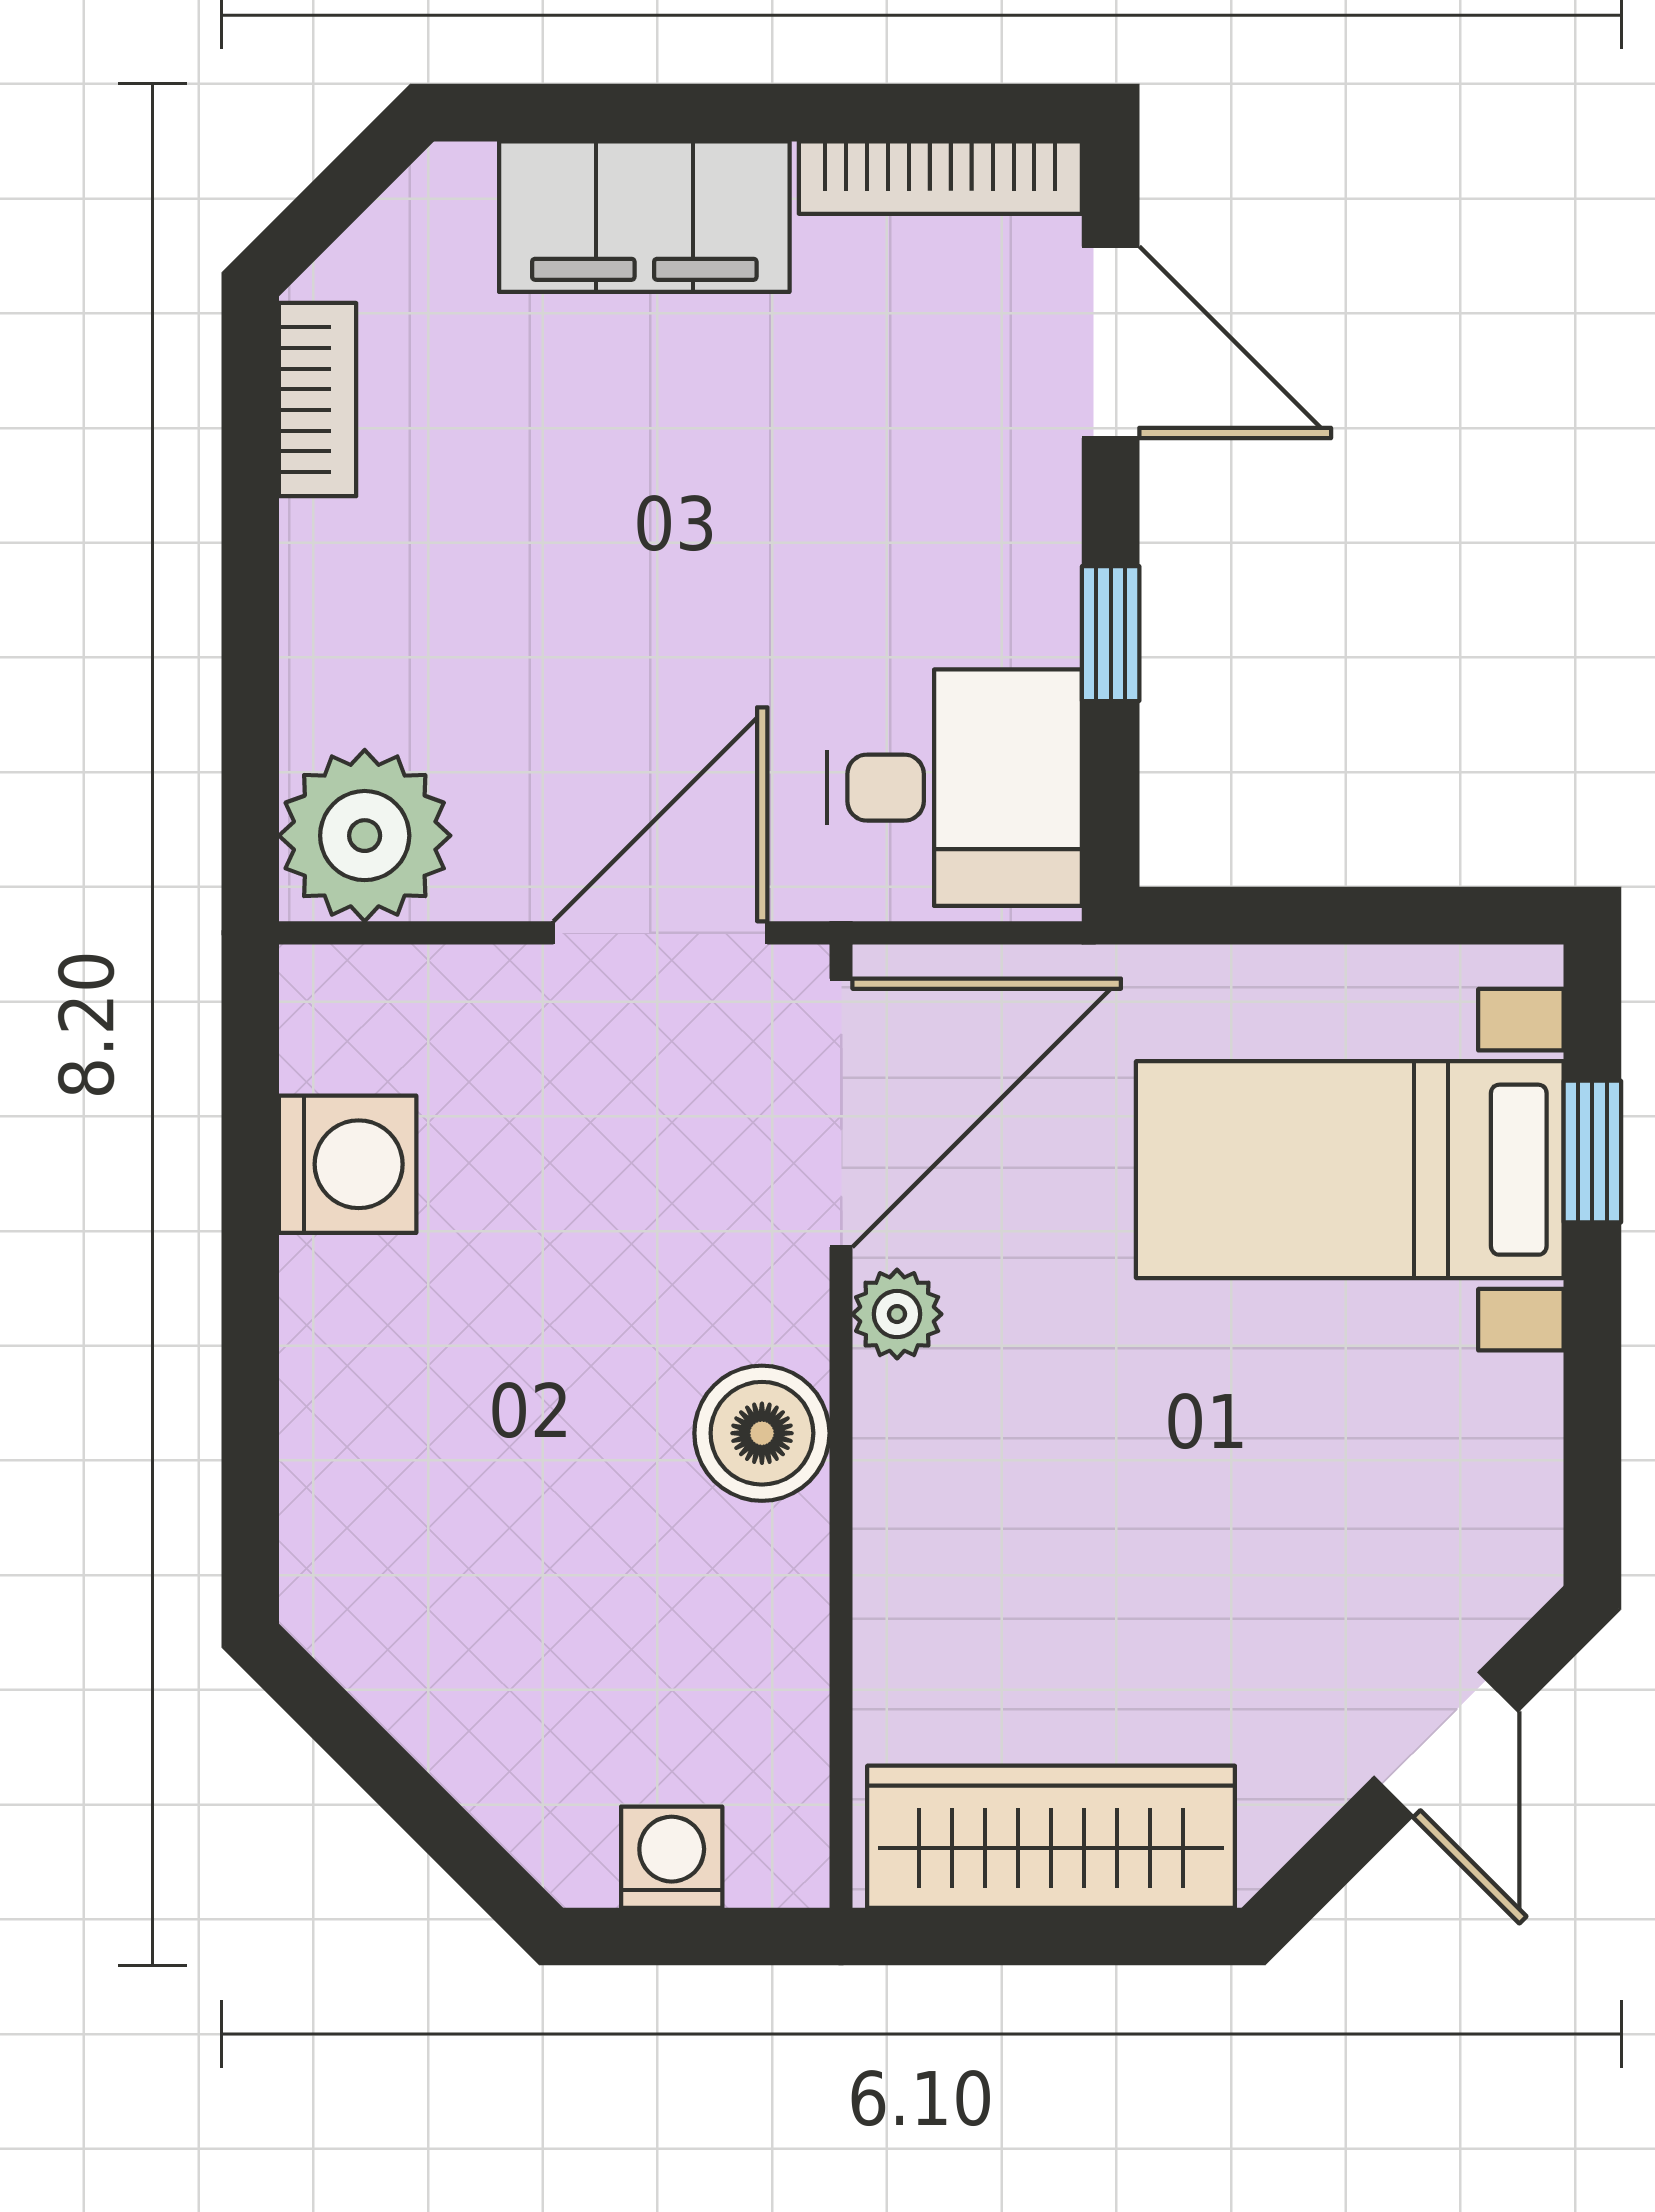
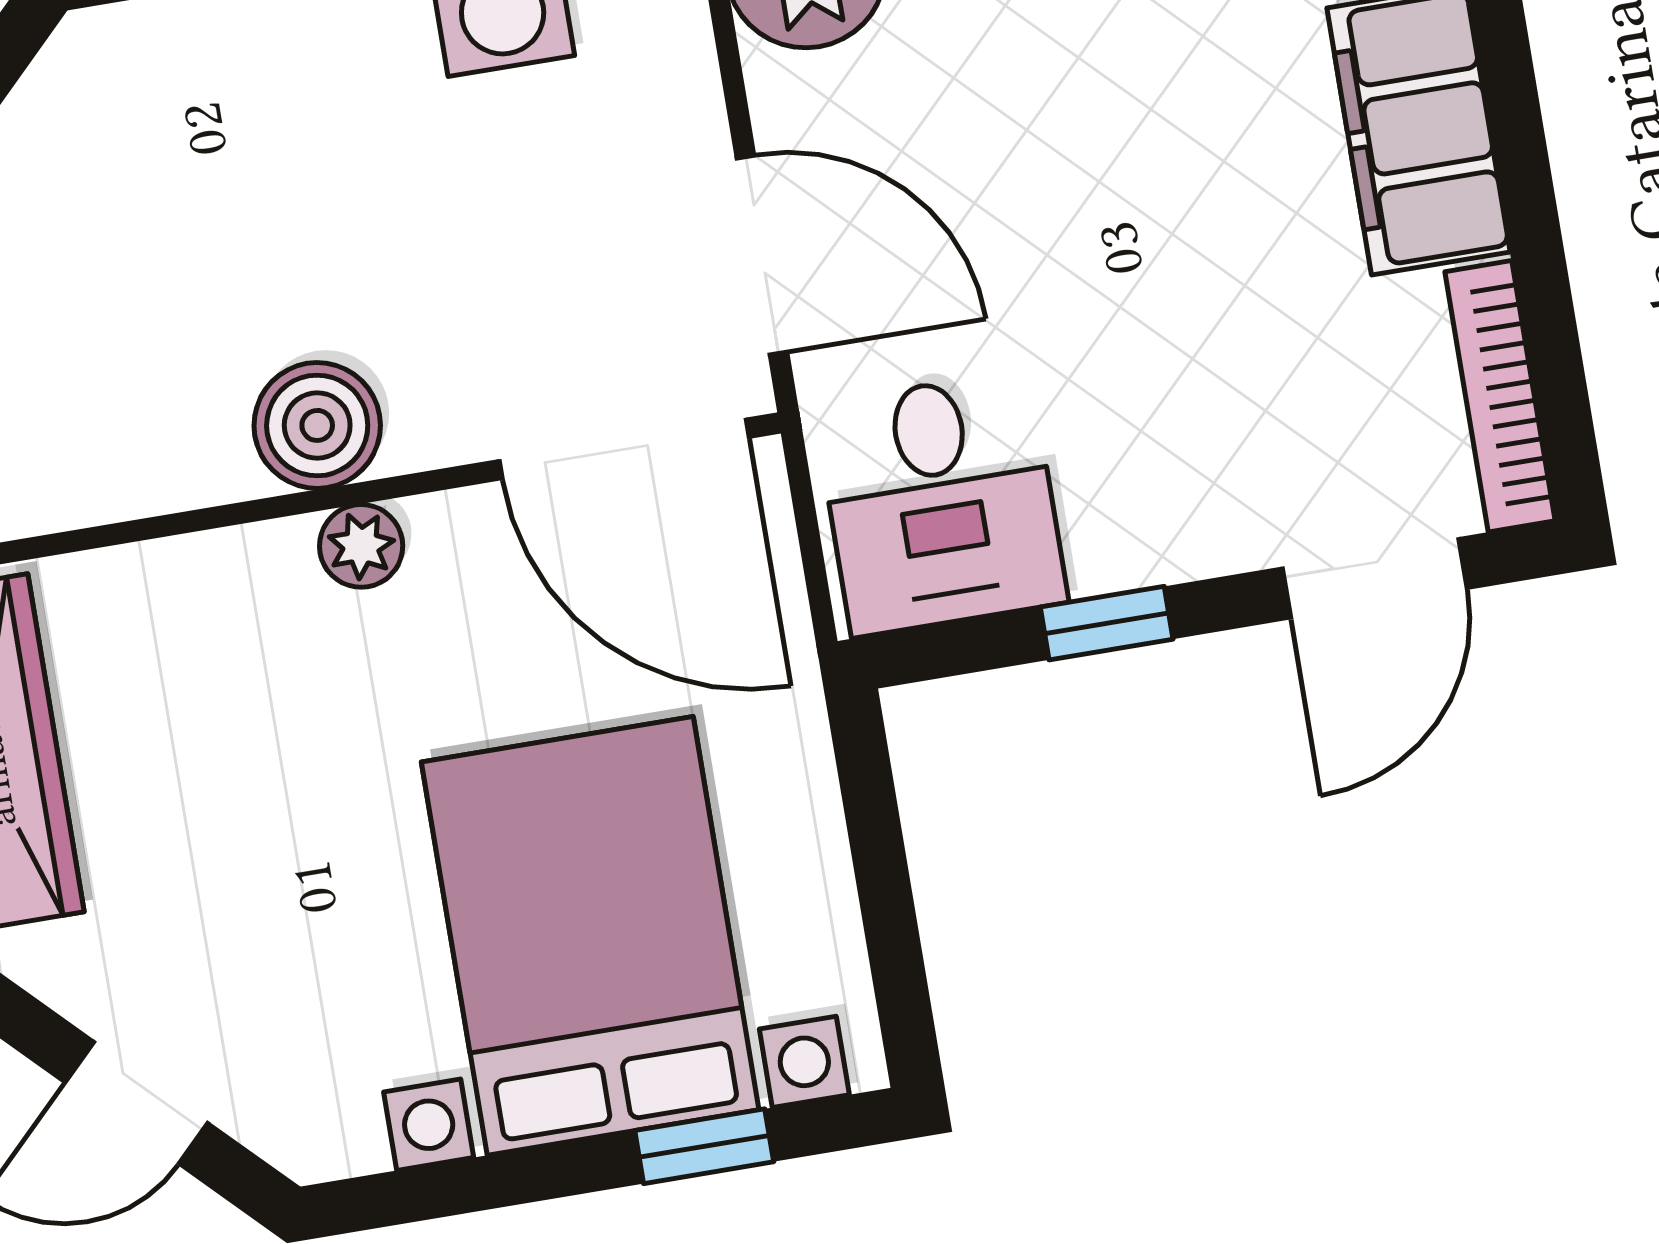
bed with nightstands: (1350, 1170) -> (590, 936), width x1.36
plant: (897, 1314) -> (361, 546), moved

